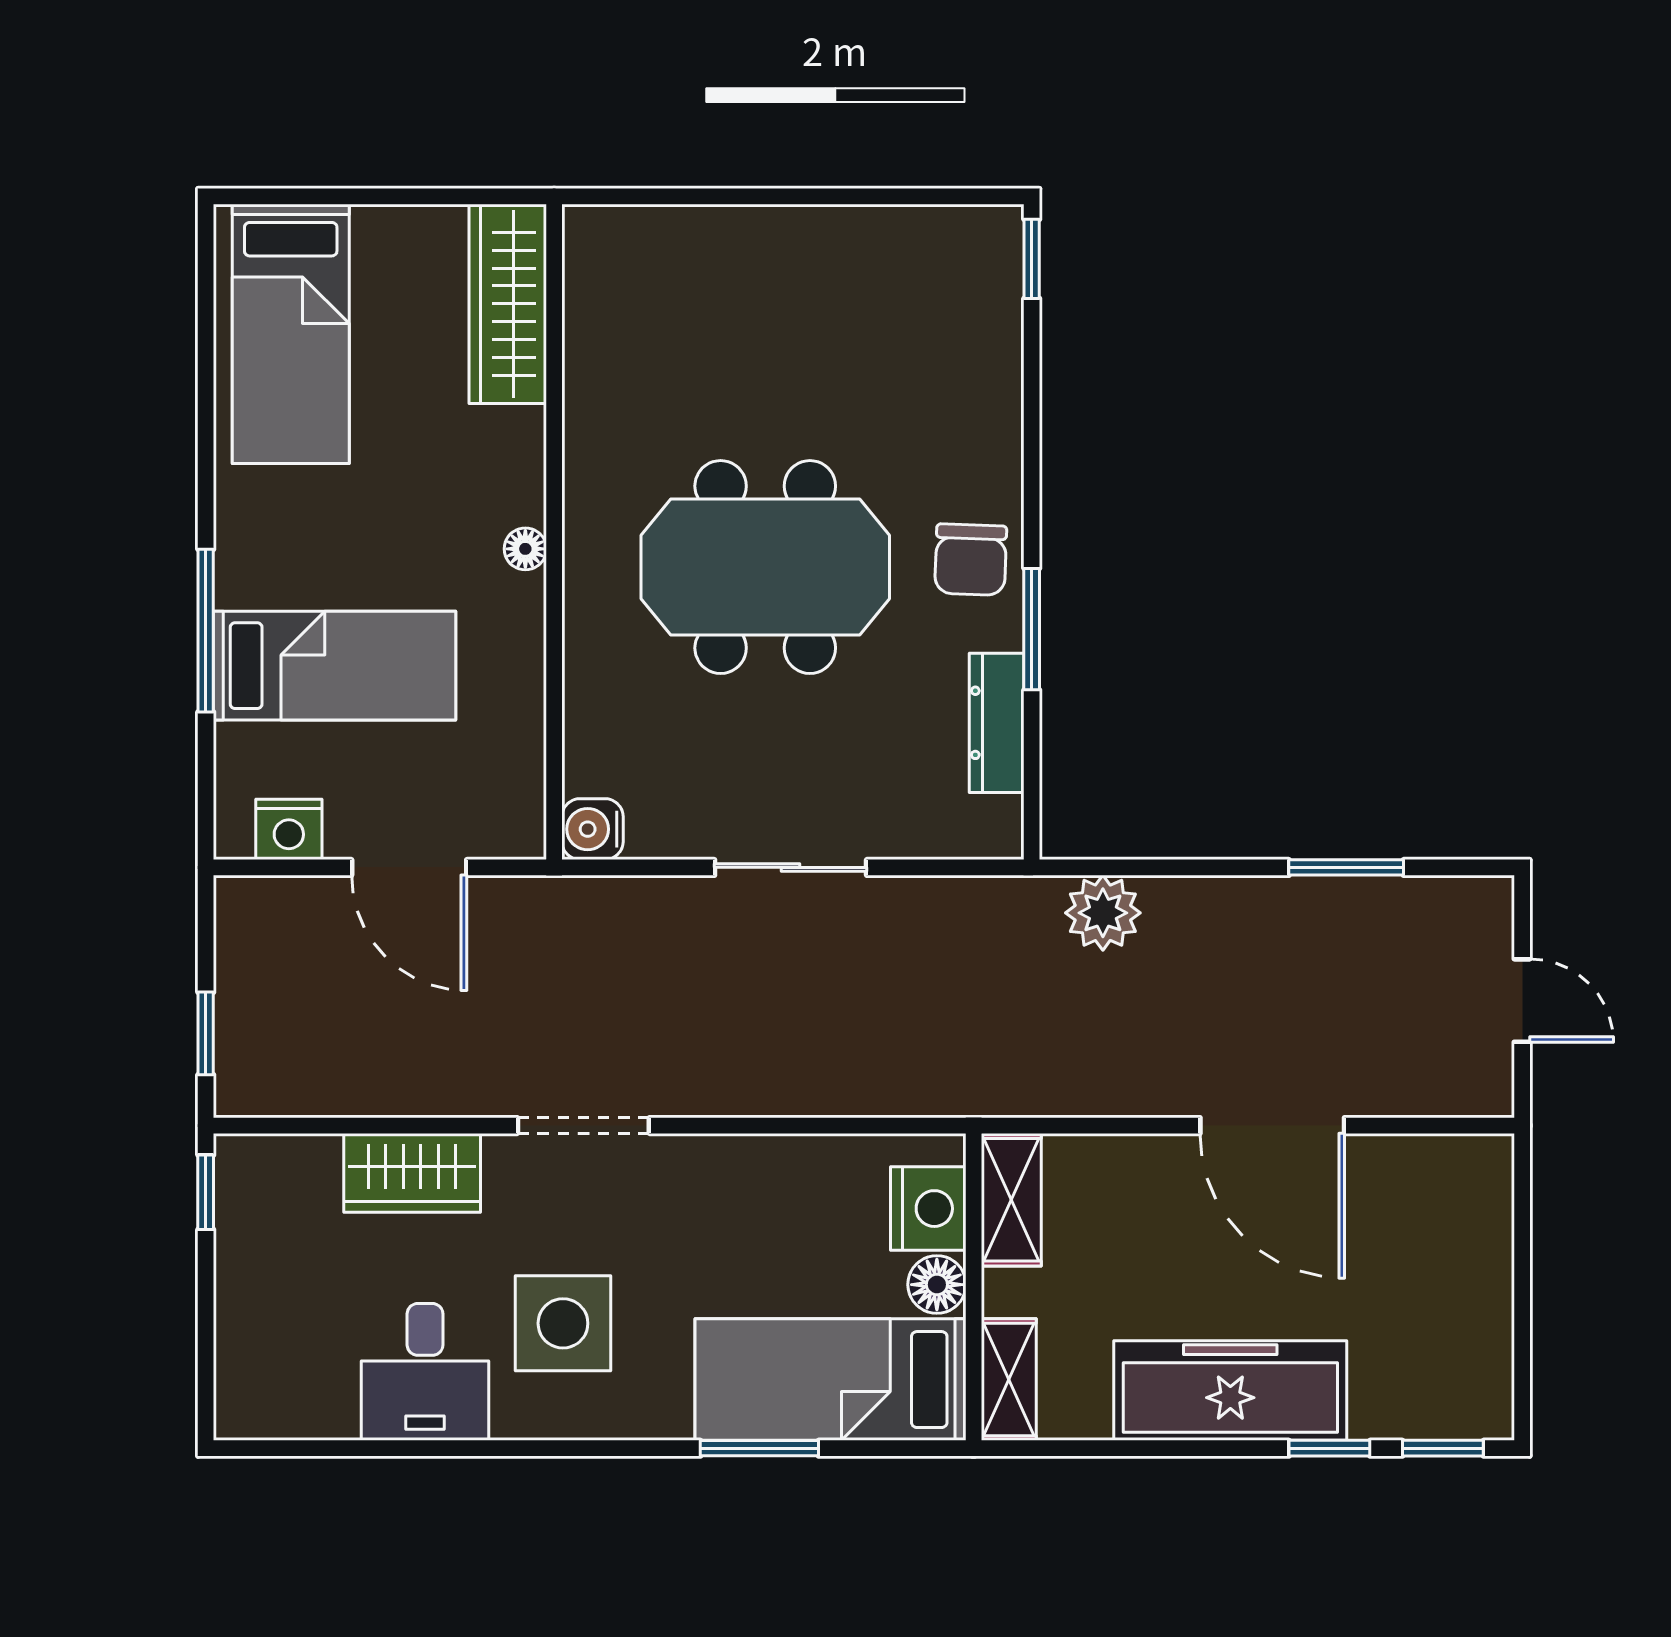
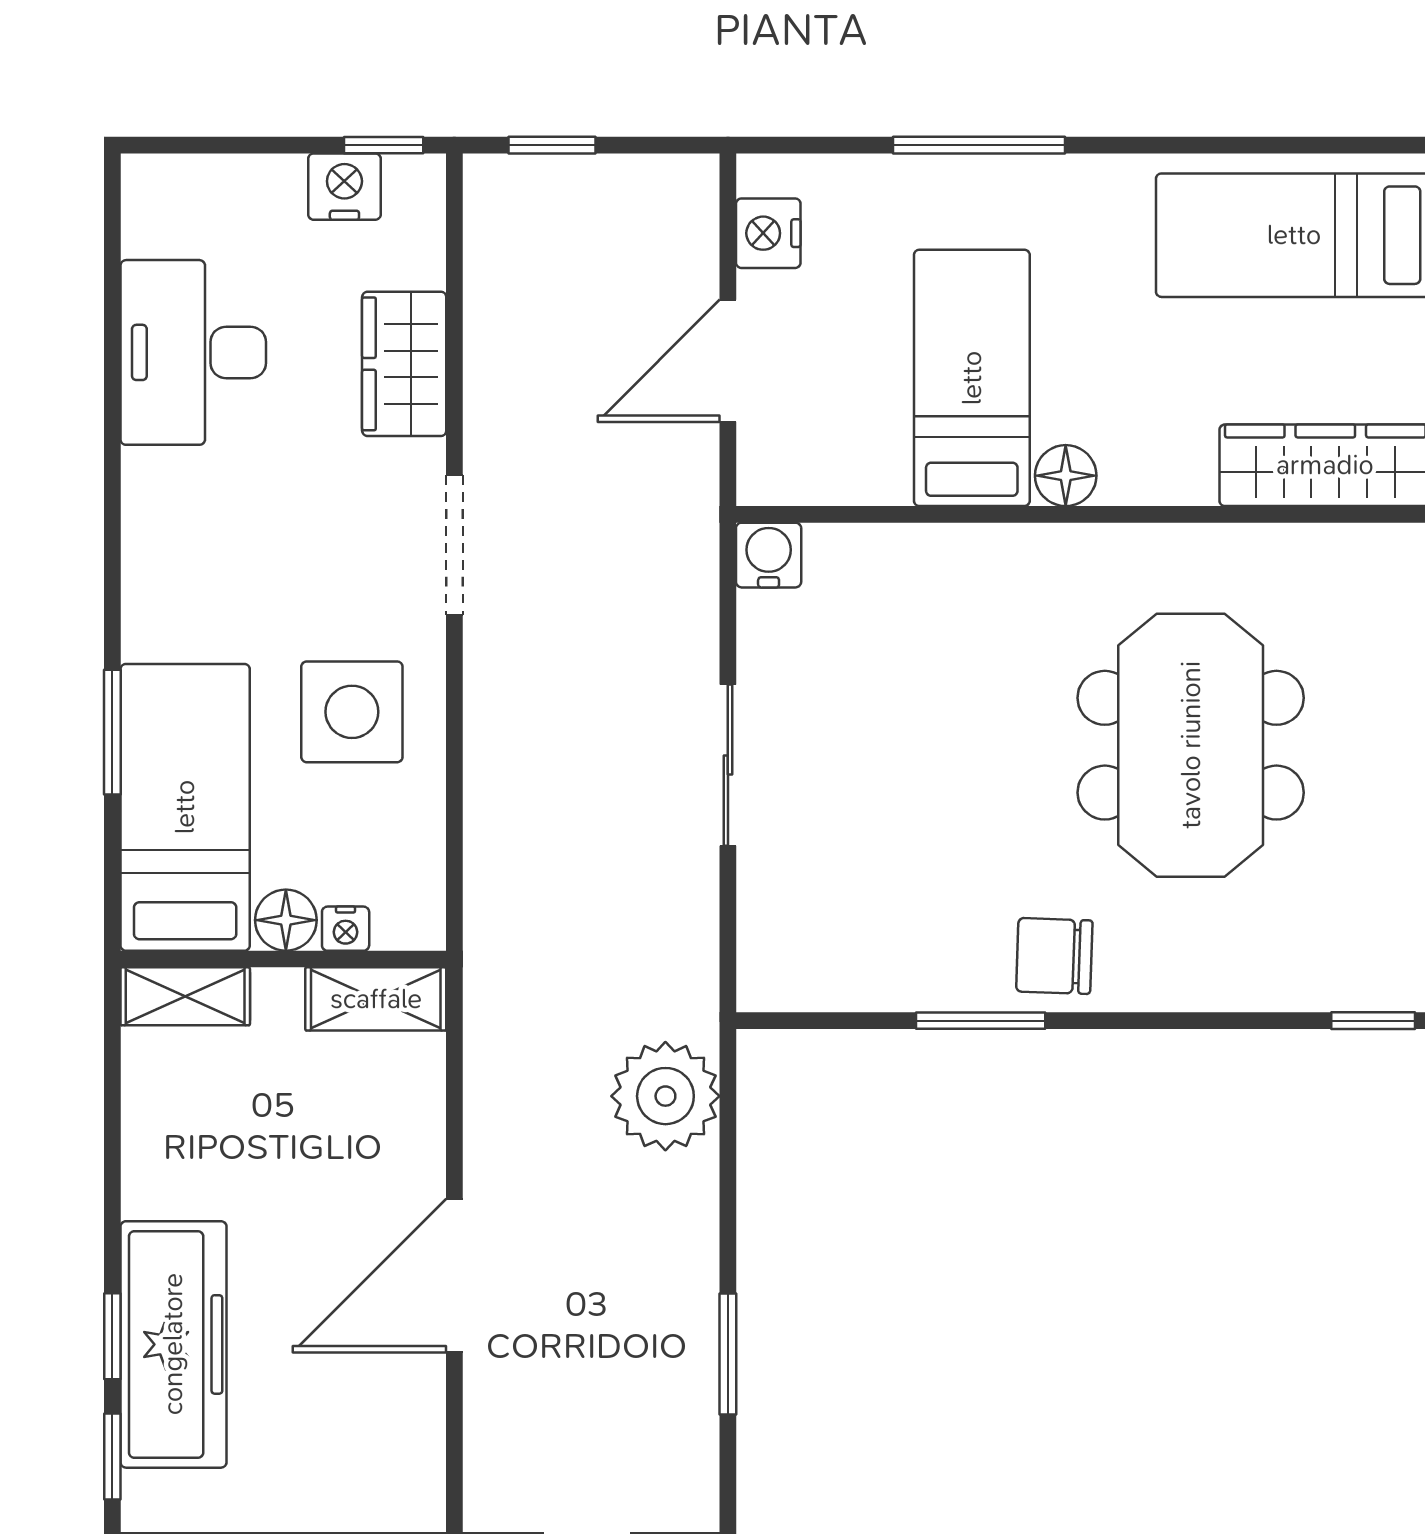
floor lamp: (525, 549) -> (1066, 476), width x1.37, depth x1.37
meeting table: (765, 567) -> (1191, 745), moved
bed: (335, 666) -> (972, 378), moved, turned 180
dresser: (997, 723) -> (881, 983), removed
plant: (1103, 913) -> (665, 1096), width x1.36, depth x1.36
nightstand: (928, 1209) -> (346, 929), width x0.53, depth x0.56
nightstand: (245, 1229) -> (344, 187), added
side table: (563, 1323) -> (352, 712), moved
desk: (425, 1372) -> (193, 352), width x1.37
freezer: (1230, 1391) -> (173, 1344), moved

